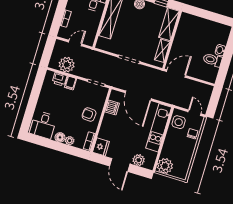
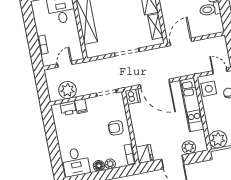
dishwasher: (112, 107) -> (133, 96), moved

